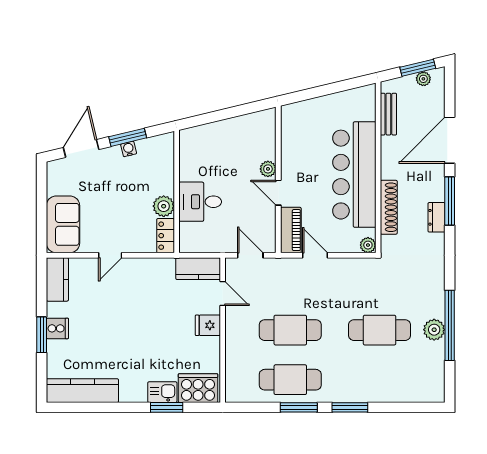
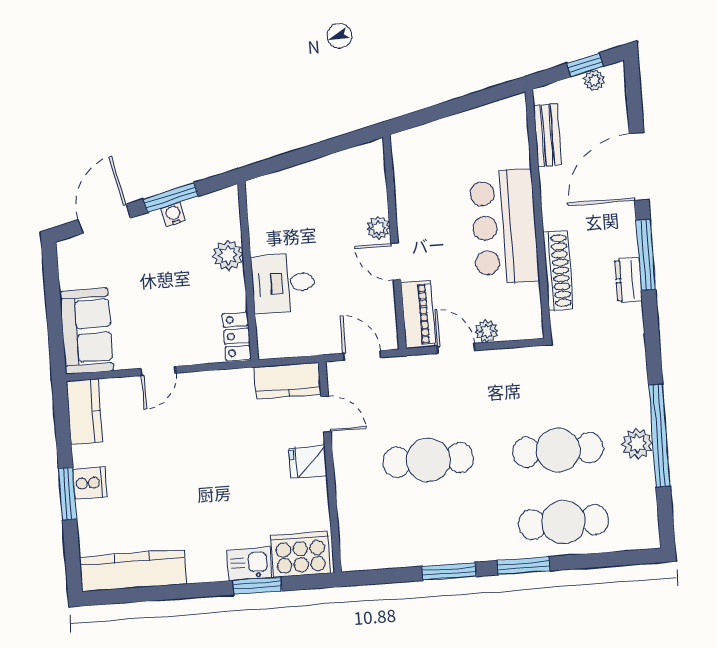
window: (418, 68) -> (585, 65), width x0.67
bar counter: (354, 175) -> (504, 227), width x0.73
plant: (164, 206) -> (228, 255), moved
plant: (368, 245) -> (486, 331), moved
cafe table: (290, 380) -> (563, 522), moved

